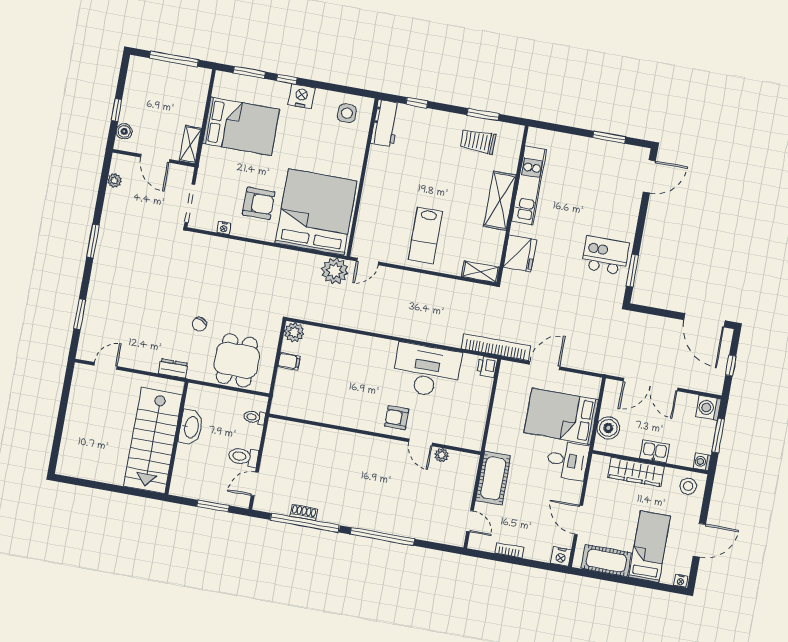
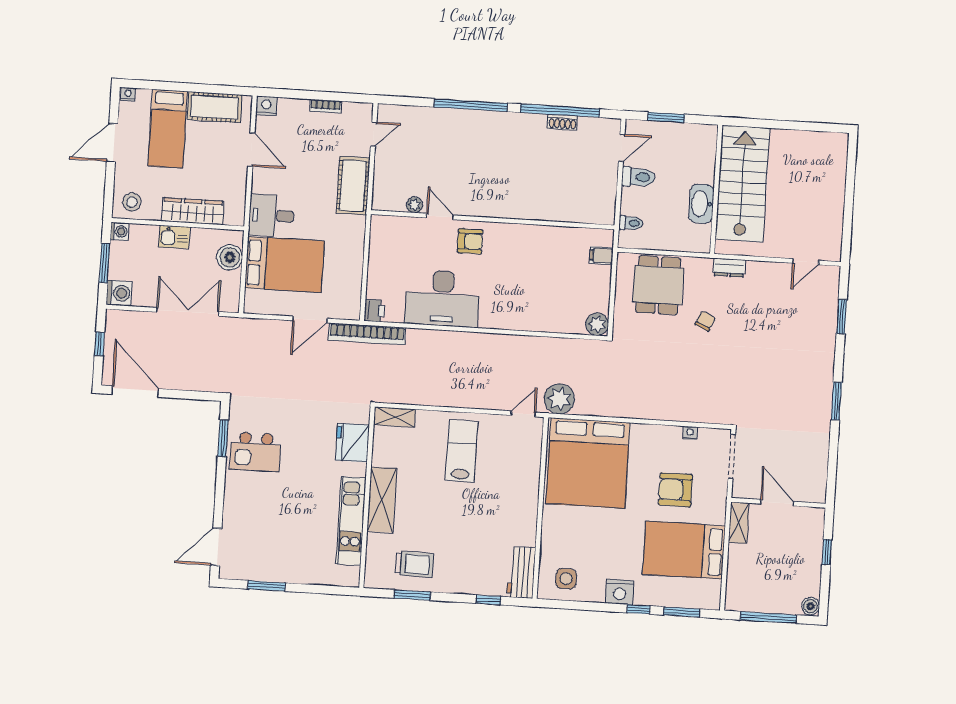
boiler: (124, 131) -> (811, 606), moved
plant: (114, 181) -> (820, 472), removed
armchair: (259, 203) -> (675, 490), moved
filing cabinet: (289, 361) -> (601, 255), moved
door: (470, 521) -> (374, 134), swing flipped

